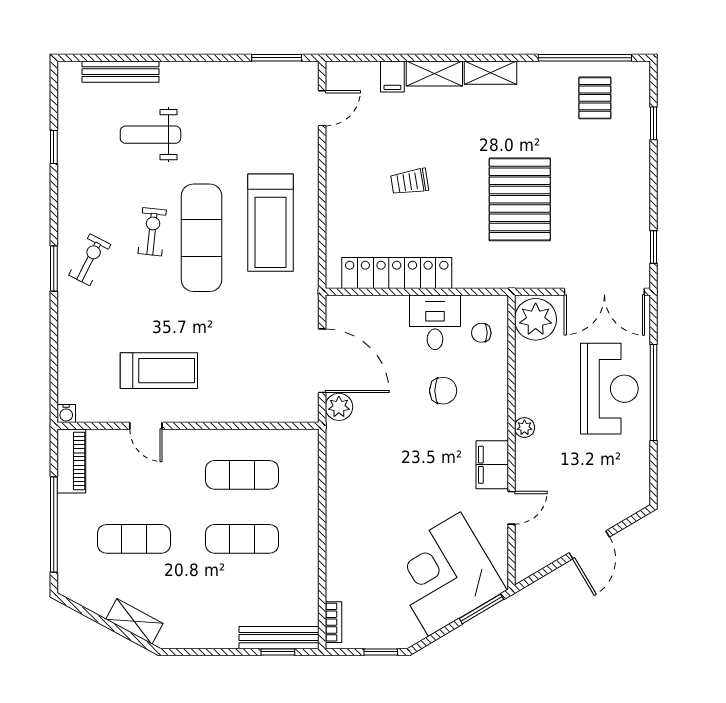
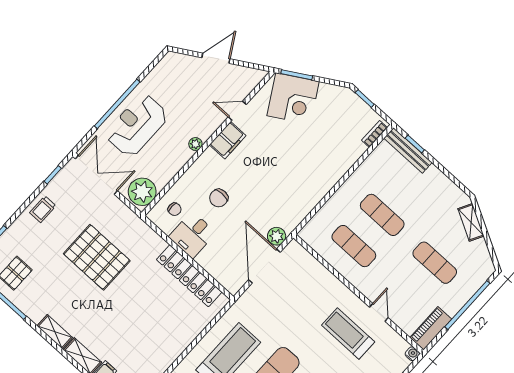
trolley: (410, 182) -> (43, 209), moved, turned 99
pallet: (520, 199) -> (97, 257), turned 90
chair: (443, 391) -> (219, 198), turned -90
corner desk: (445, 574) -> (293, 99), width x0.74, depth x0.74

